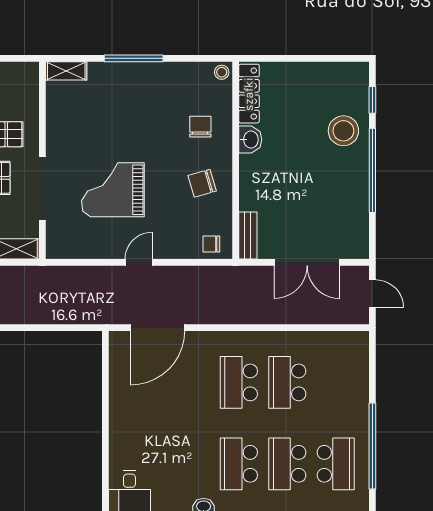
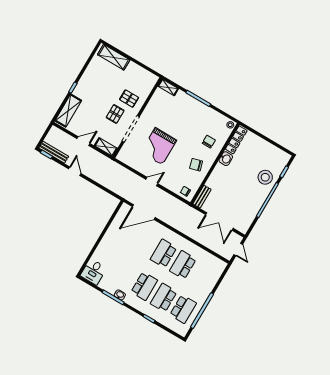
grand piano: (113, 190) -> (159, 146), turned -90
school desk: (239, 464) -> (144, 286), turned 180

